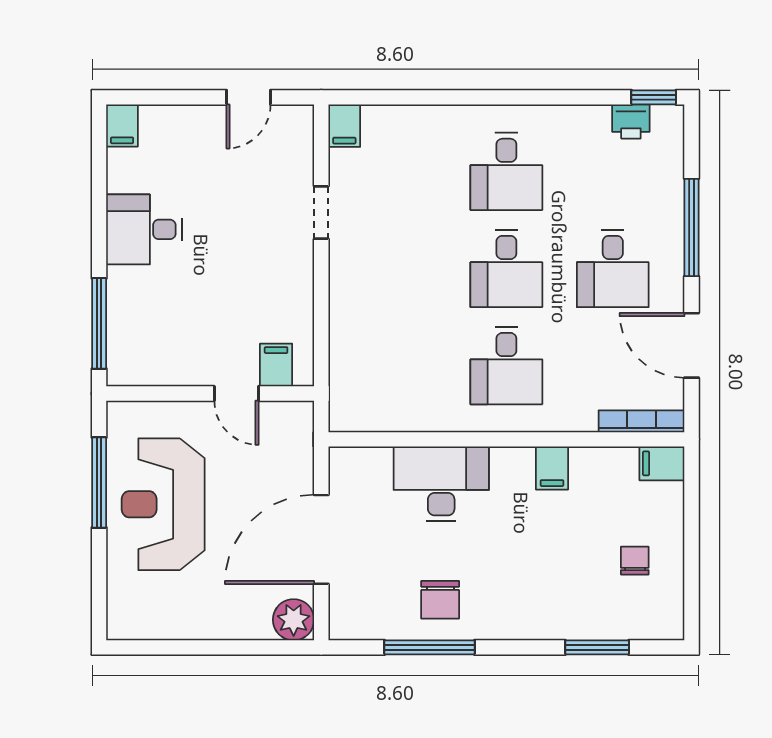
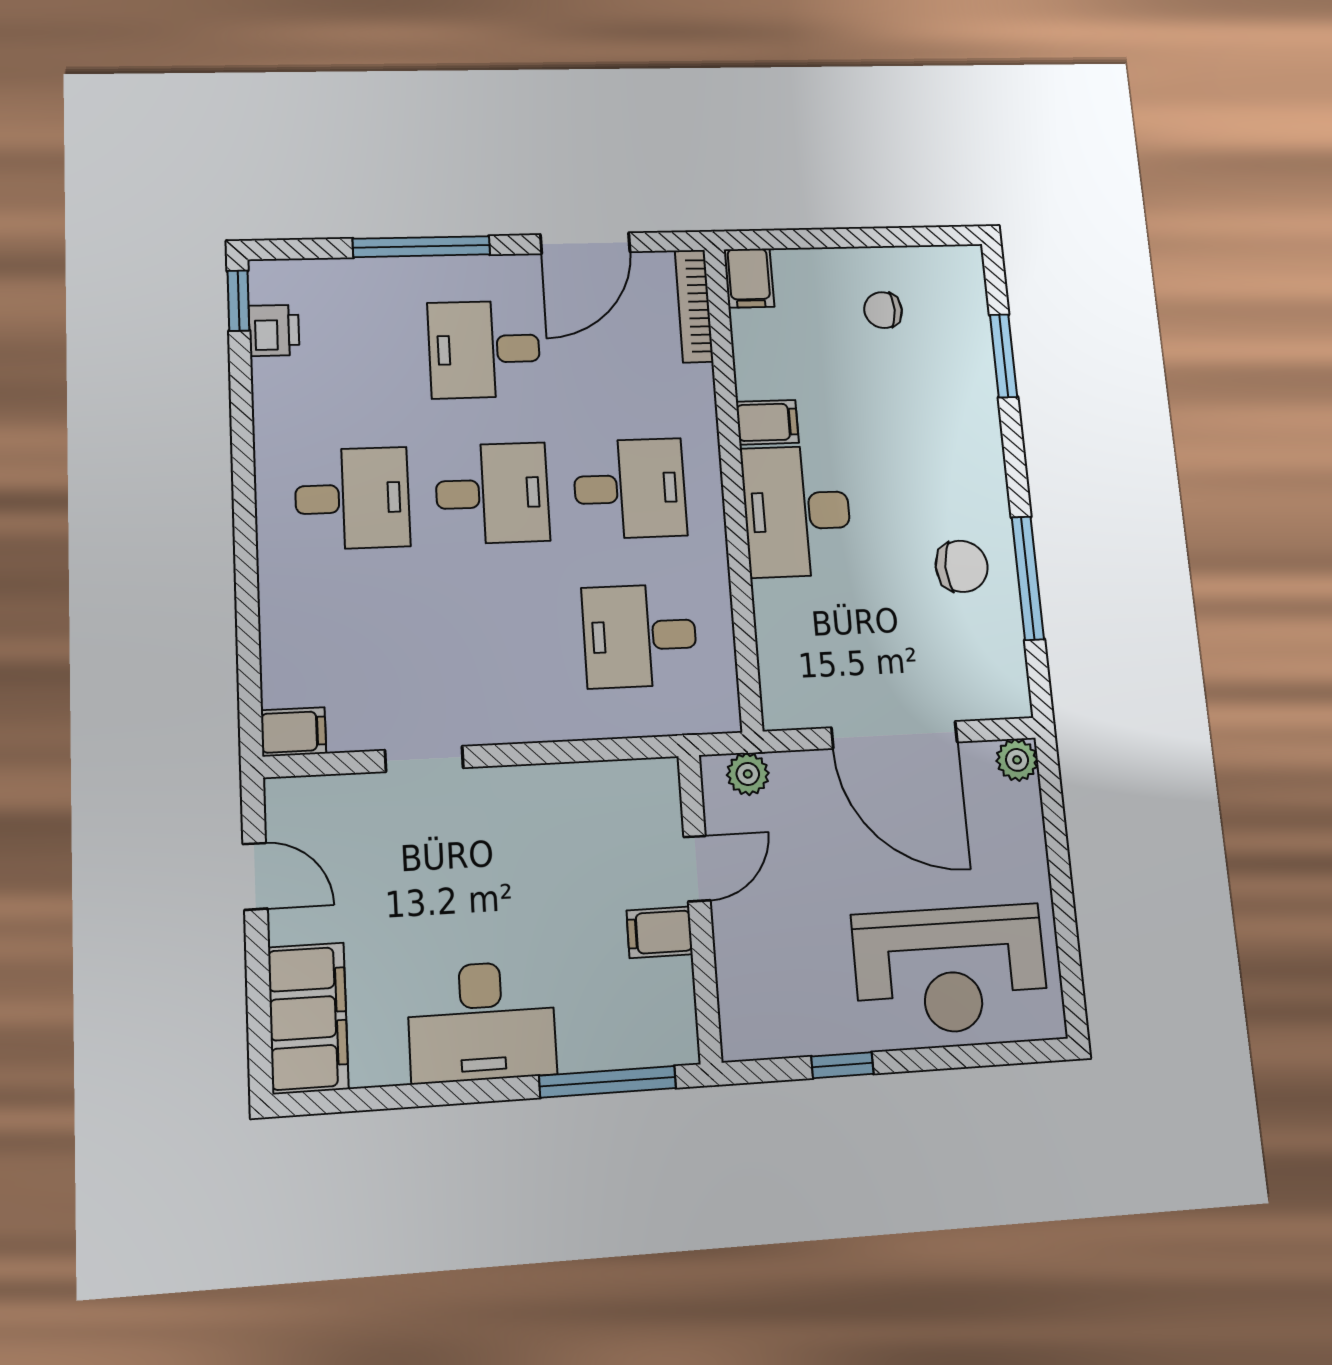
filing cabinet: (122, 126) -> (308, 1018), width x3.00, depth x1.17
desk: (144, 229) -> (482, 1021), width x1.37
desk: (613, 268) -> (484, 349), turned 180
filing cabinet: (276, 365) -> (660, 932), moved
desk: (400, 365) -> (640, 636), added
plant: (299, 434) -> (748, 774), added
window: (99, 482) -> (842, 1065), width x0.46
desk: (441, 484) -> (797, 511), moved
reception desk: (163, 504) -> (950, 970), moved
plant: (294, 620) -> (1017, 760), width x0.73, depth x0.73

